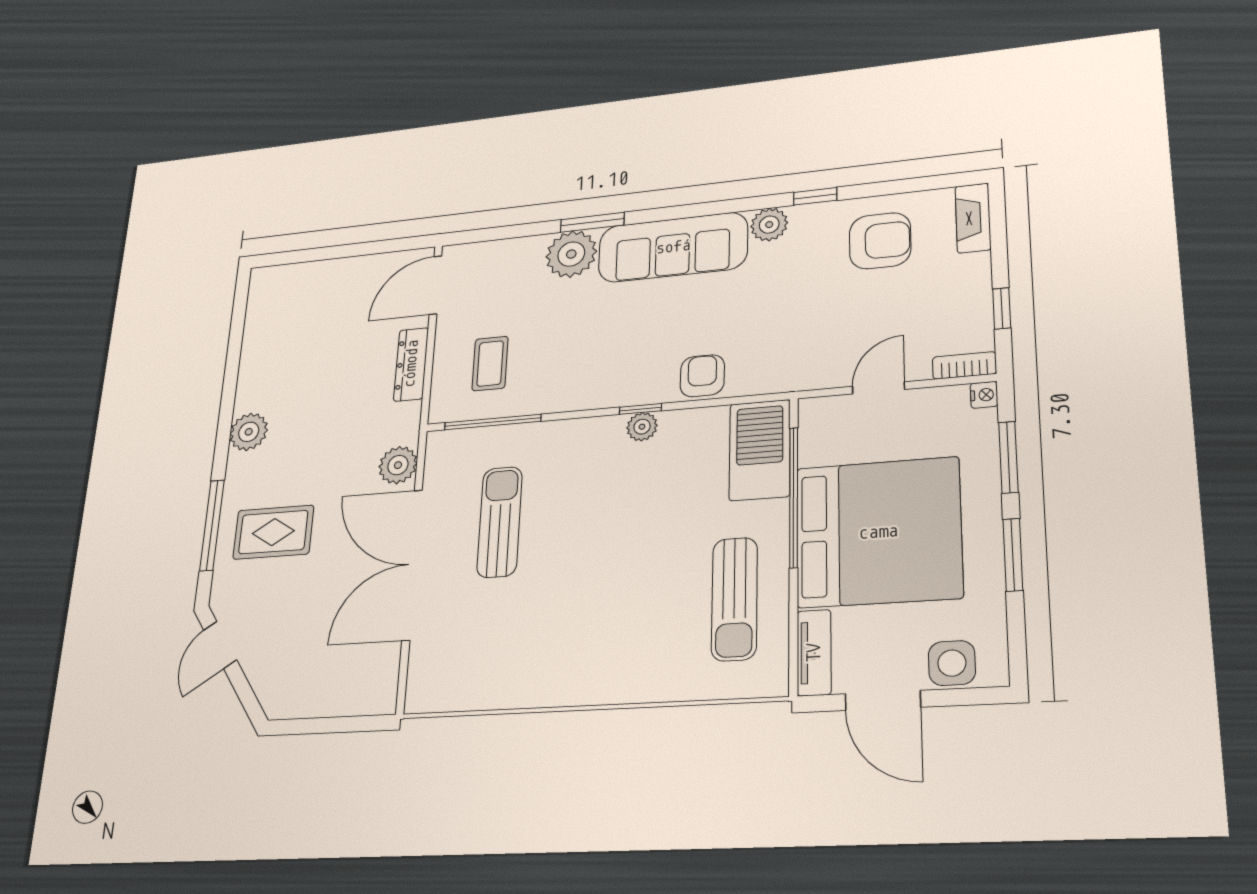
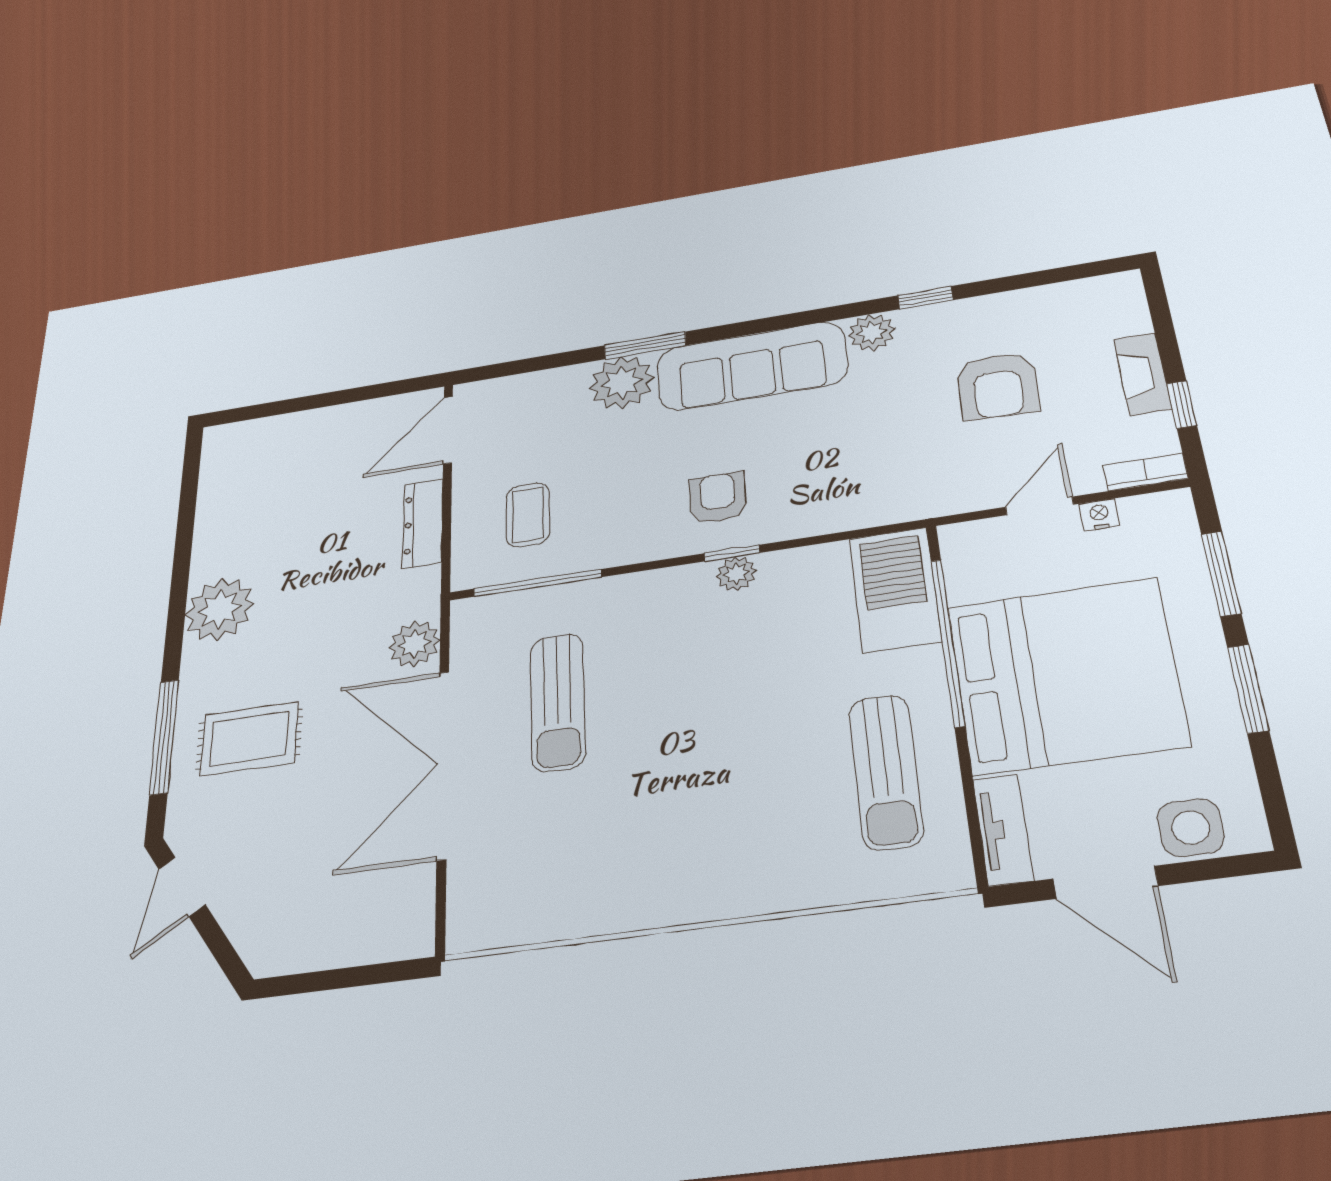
fireplace: (973, 218) -> (1142, 374), moved
armchair: (880, 241) -> (998, 386), moved, turned 92
armchair: (702, 376) -> (718, 498), moved
nightstand: (984, 395) -> (1099, 515), moved, turned -90
plant: (249, 432) -> (220, 609), width x1.36, depth x1.36
sun lounger: (500, 522) -> (558, 702), turned 180

